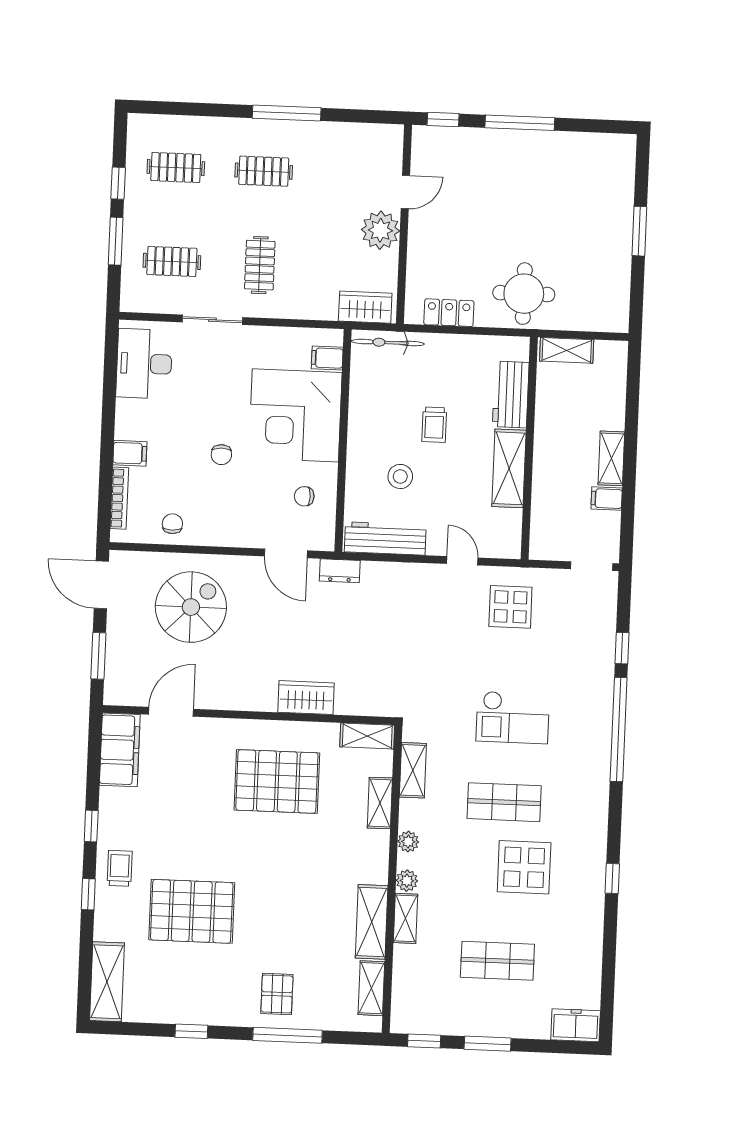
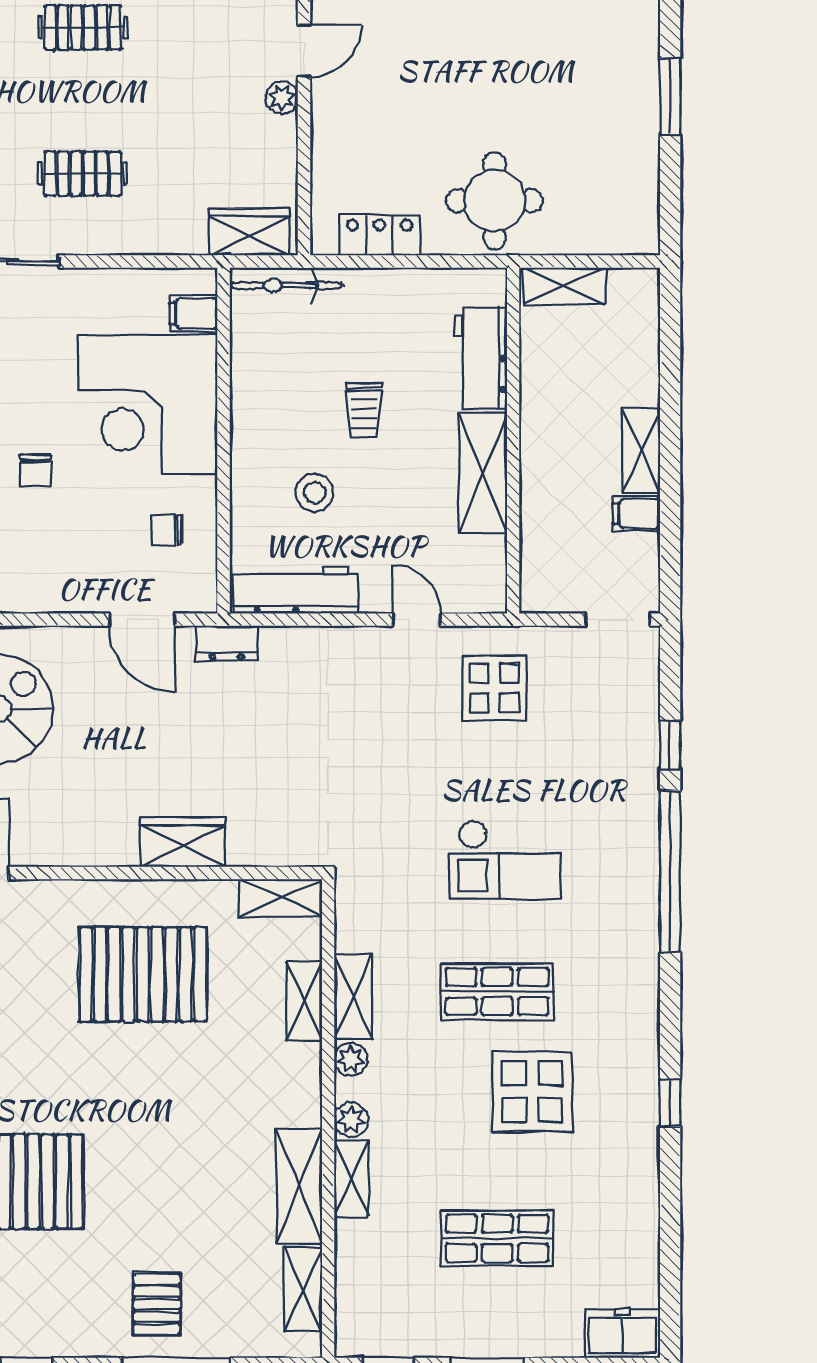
plant: (380, 230) -> (282, 98), width x0.53, depth x0.53
clothes rail: (260, 265) -> (83, 174), turned 90
shelving: (413, 770) -> (353, 997), moved

